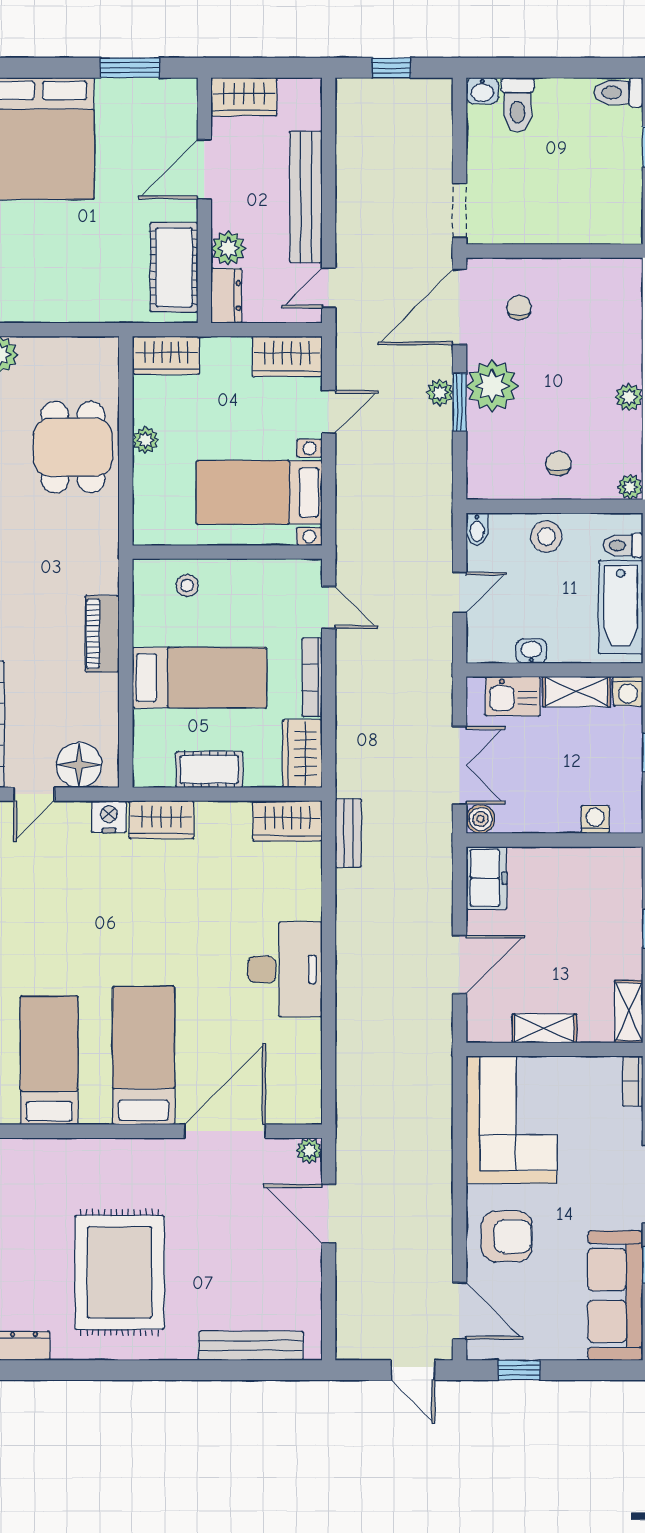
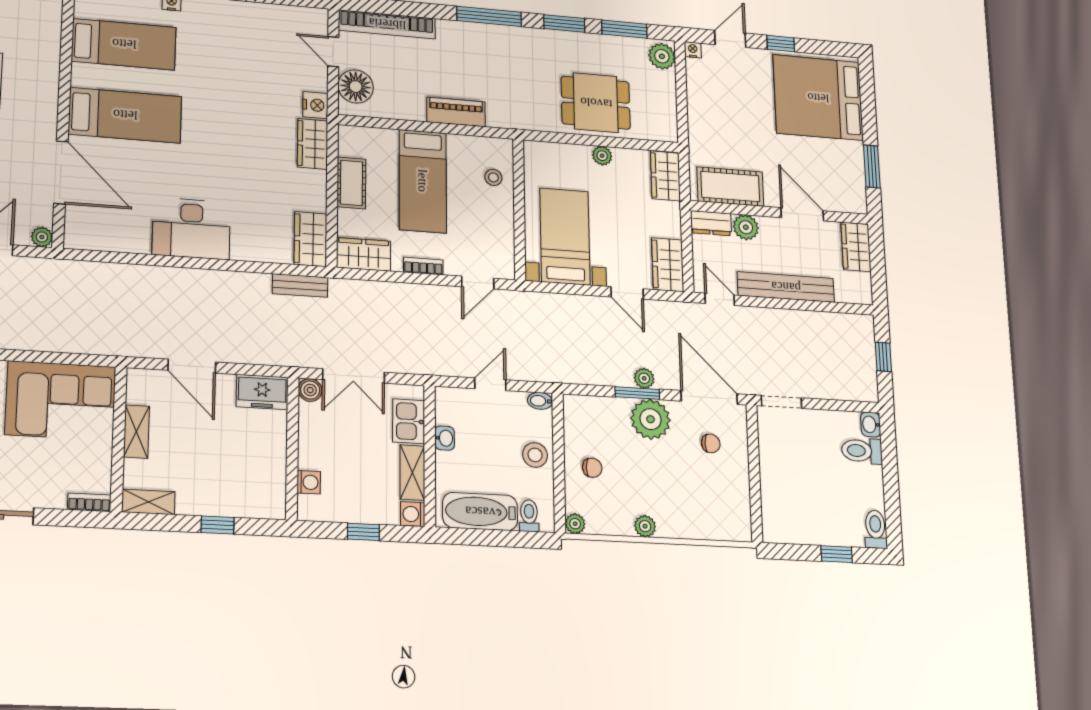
door: (460, 592) -> (490, 384), swing flipped
bookcase: (312, 677) -> (423, 266), width x0.64

